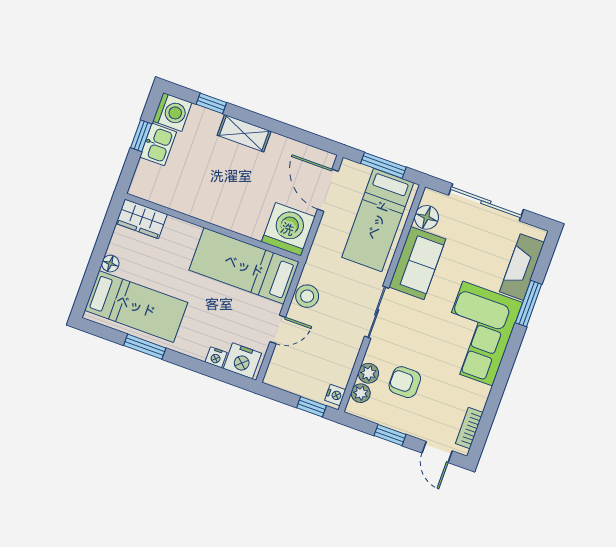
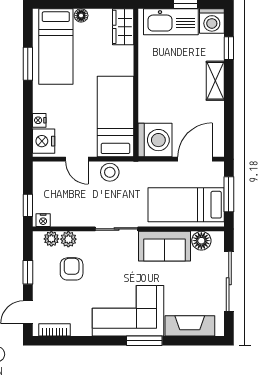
kitchen sink: (158, 144) -> (171, 22), width x1.88, depth x1.24
window: (529, 303) -> (144, 341), moved

